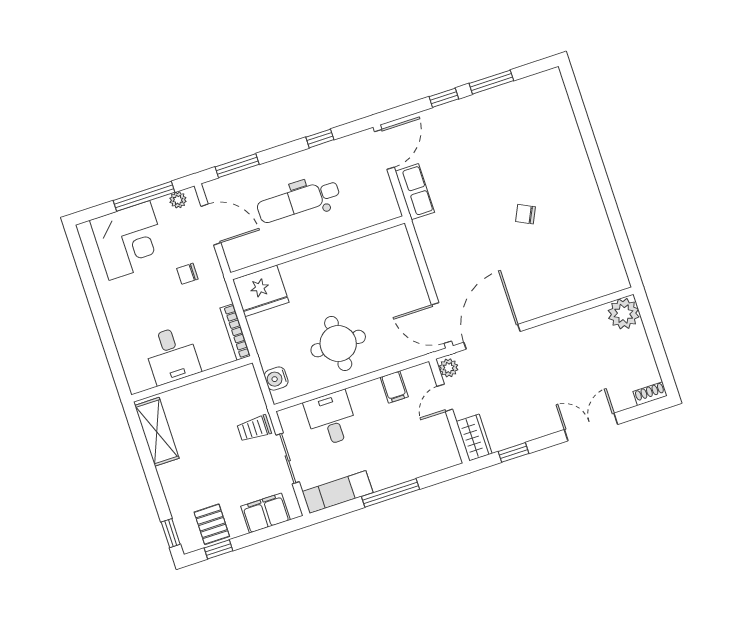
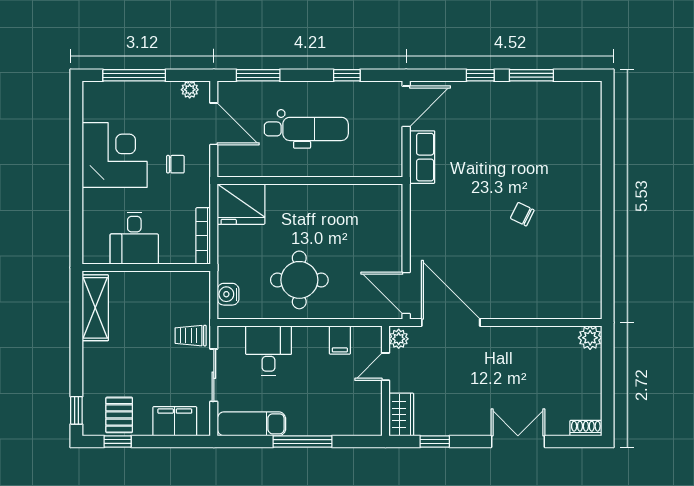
window: (144, 196) -> (134, 75), moved
dental chair: (298, 201) -> (306, 129), turned 180
corner desk: (129, 240) -> (115, 155), moved, turned -90
chair: (187, 274) -> (175, 164), turned 180
plant: (624, 314) -> (590, 338), width x0.73, depth x0.73
door: (492, 337) -> (451, 322), hinge flipped

